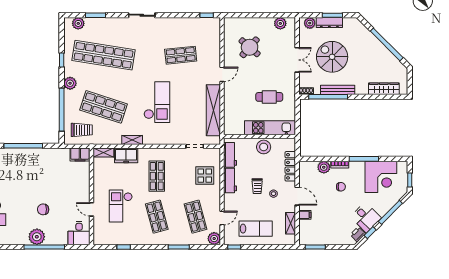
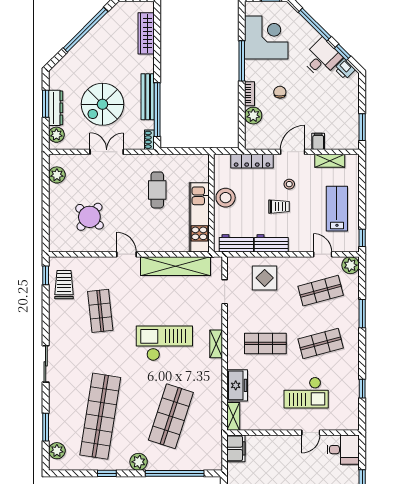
kitchen unit: (270, 128) -> (199, 217), moved
trolley: (82, 130) -> (64, 285), moved
shelving: (132, 140) -> (216, 344), moved

